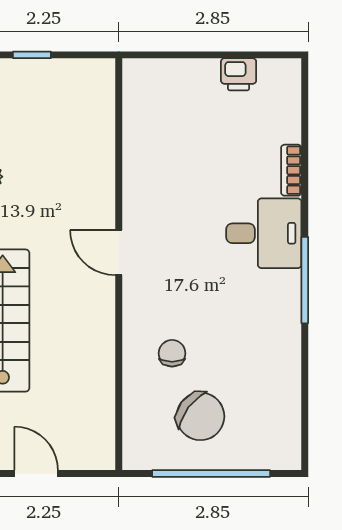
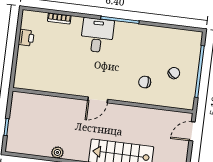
bookcase: (291, 170) -> (59, 18), moved
chair: (200, 416) -> (174, 73), width x0.54, depth x0.54
door: (36, 474) -> (192, 131), moved

